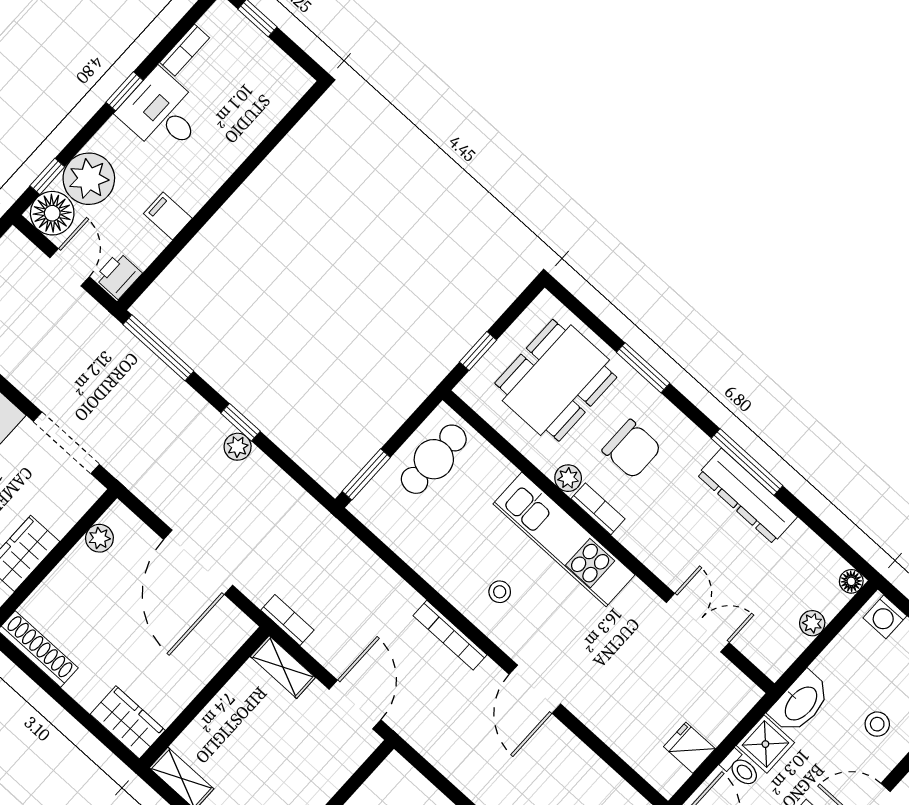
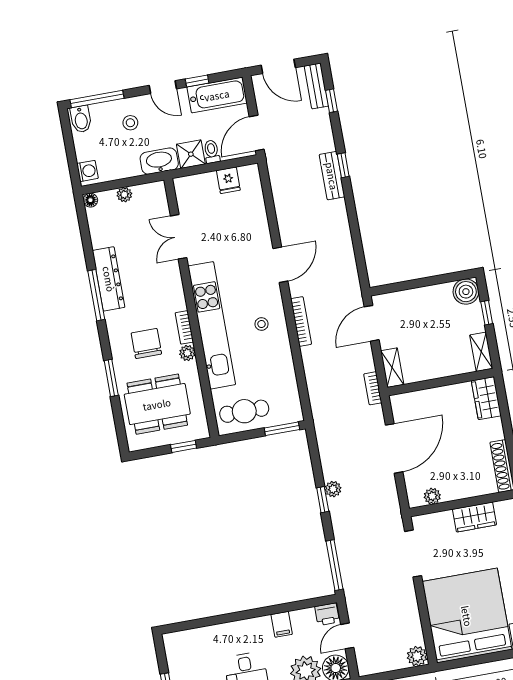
kitchen unit: (564, 539) -> (212, 325), width x1.36

